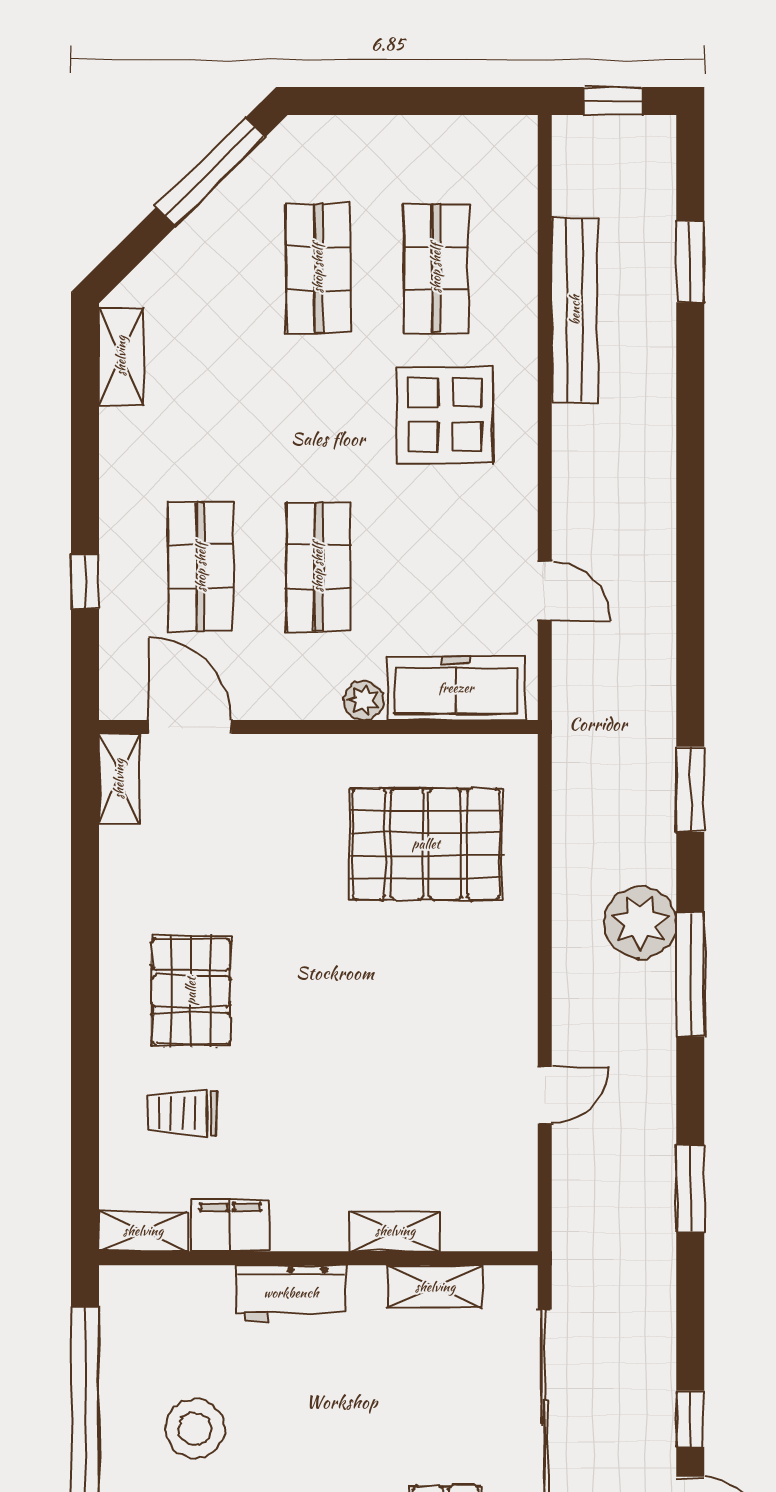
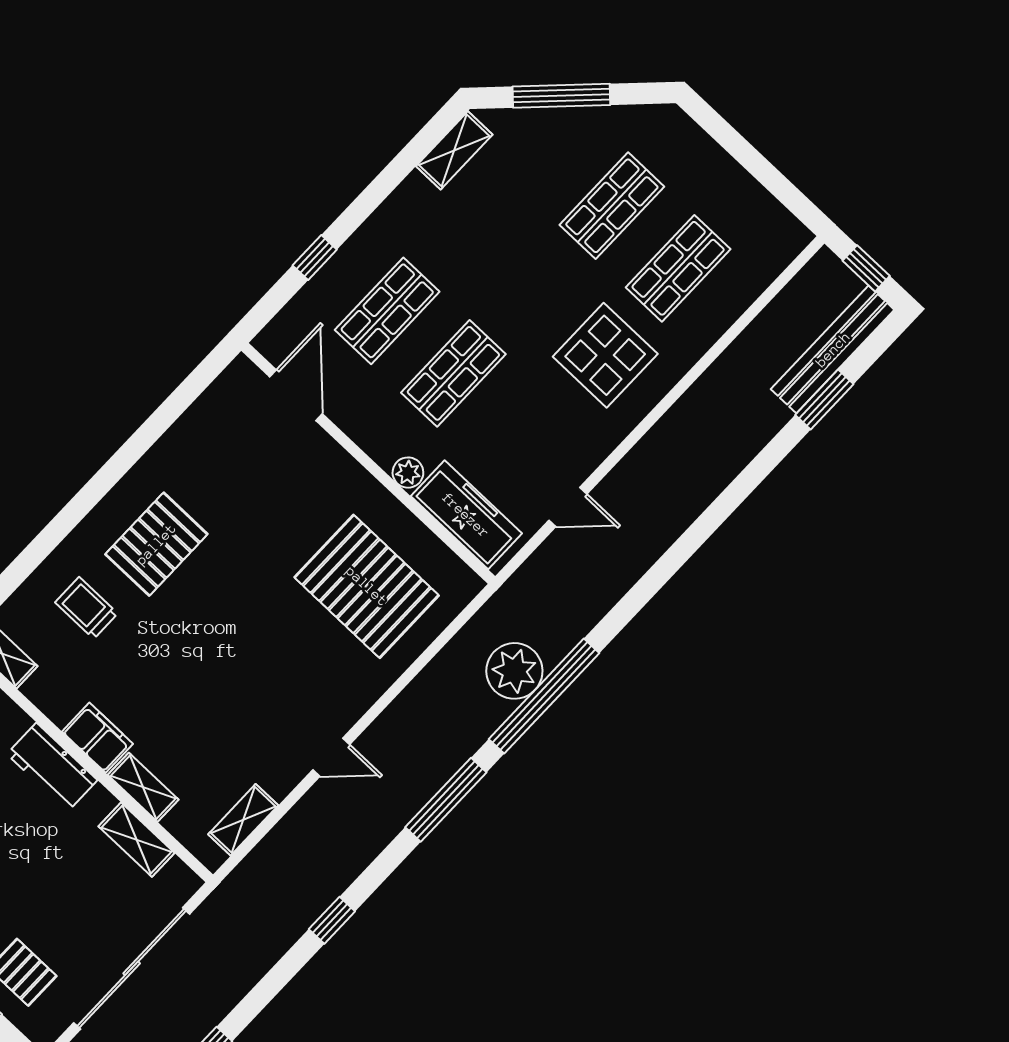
window: (211, 172) -> (561, 96), moved
bench: (575, 310) -> (833, 349), moved
door: (545, 591) -> (568, 507), hinge flipped
shelving: (119, 779) -> (243, 820), moved
window: (690, 789) -> (544, 696), width x2.11
plant: (640, 922) -> (514, 671), moved
door: (545, 1095) -> (331, 757), moved
window: (690, 1189) -> (332, 920), width x0.67
filing cabinet: (231, 1225) -> (98, 738), moved

